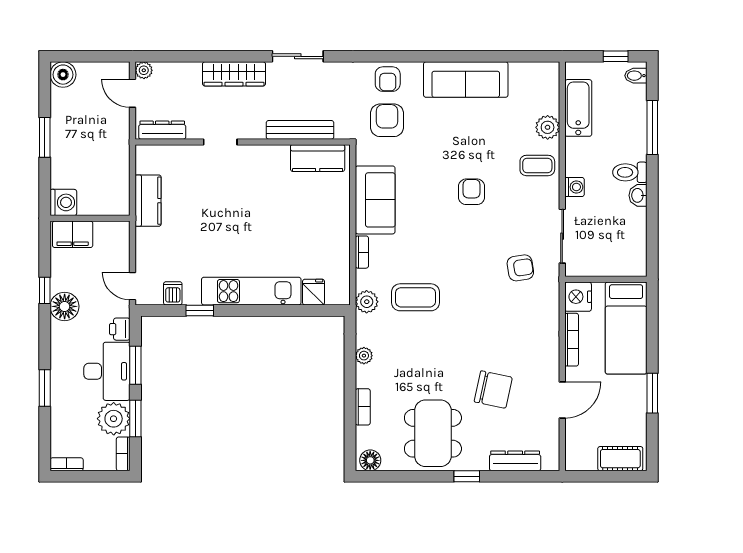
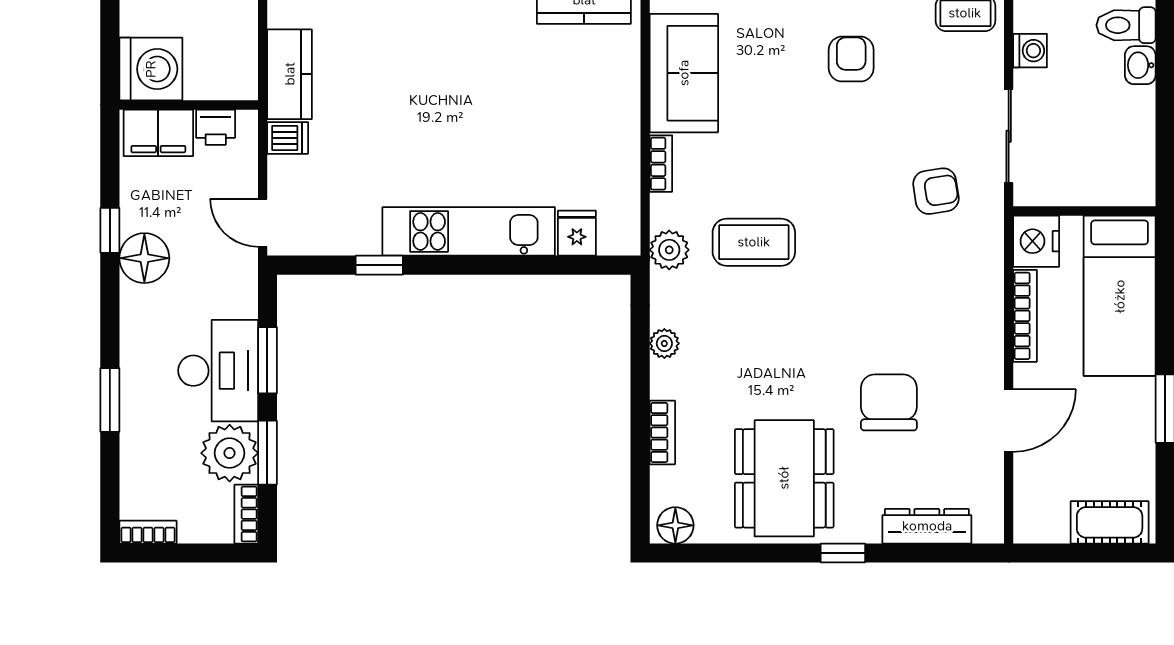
washing machine: (63, 202) -> (151, 69), width x1.37, depth x1.37
dishwasher: (173, 293) -> (288, 138), moved, turned 90
printer: (120, 329) -> (216, 127), moved, turned -90
chair: (493, 390) -> (889, 402), turned -102

